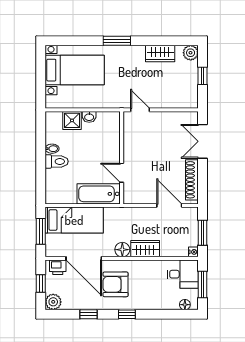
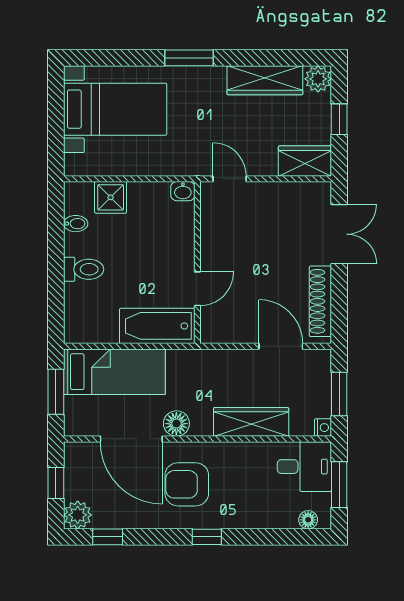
wardrobe: (160, 54) -> (265, 80), width x1.50
wardrobe: (183, 100) -> (305, 161), added
washbasin: (89, 117) -> (183, 191), moved
double door: (203, 141) -> (339, 234), swing flipped
bidet: (52, 149) -> (76, 224), moved
door: (122, 173) -> (197, 289), swing flipped
wardrobe: (145, 249) -> (251, 422), width x1.50
floor lamp: (122, 250) -> (176, 424), moved
printer: (58, 267) -> (85, 454), removed
window: (89, 314) -> (108, 537), moved

